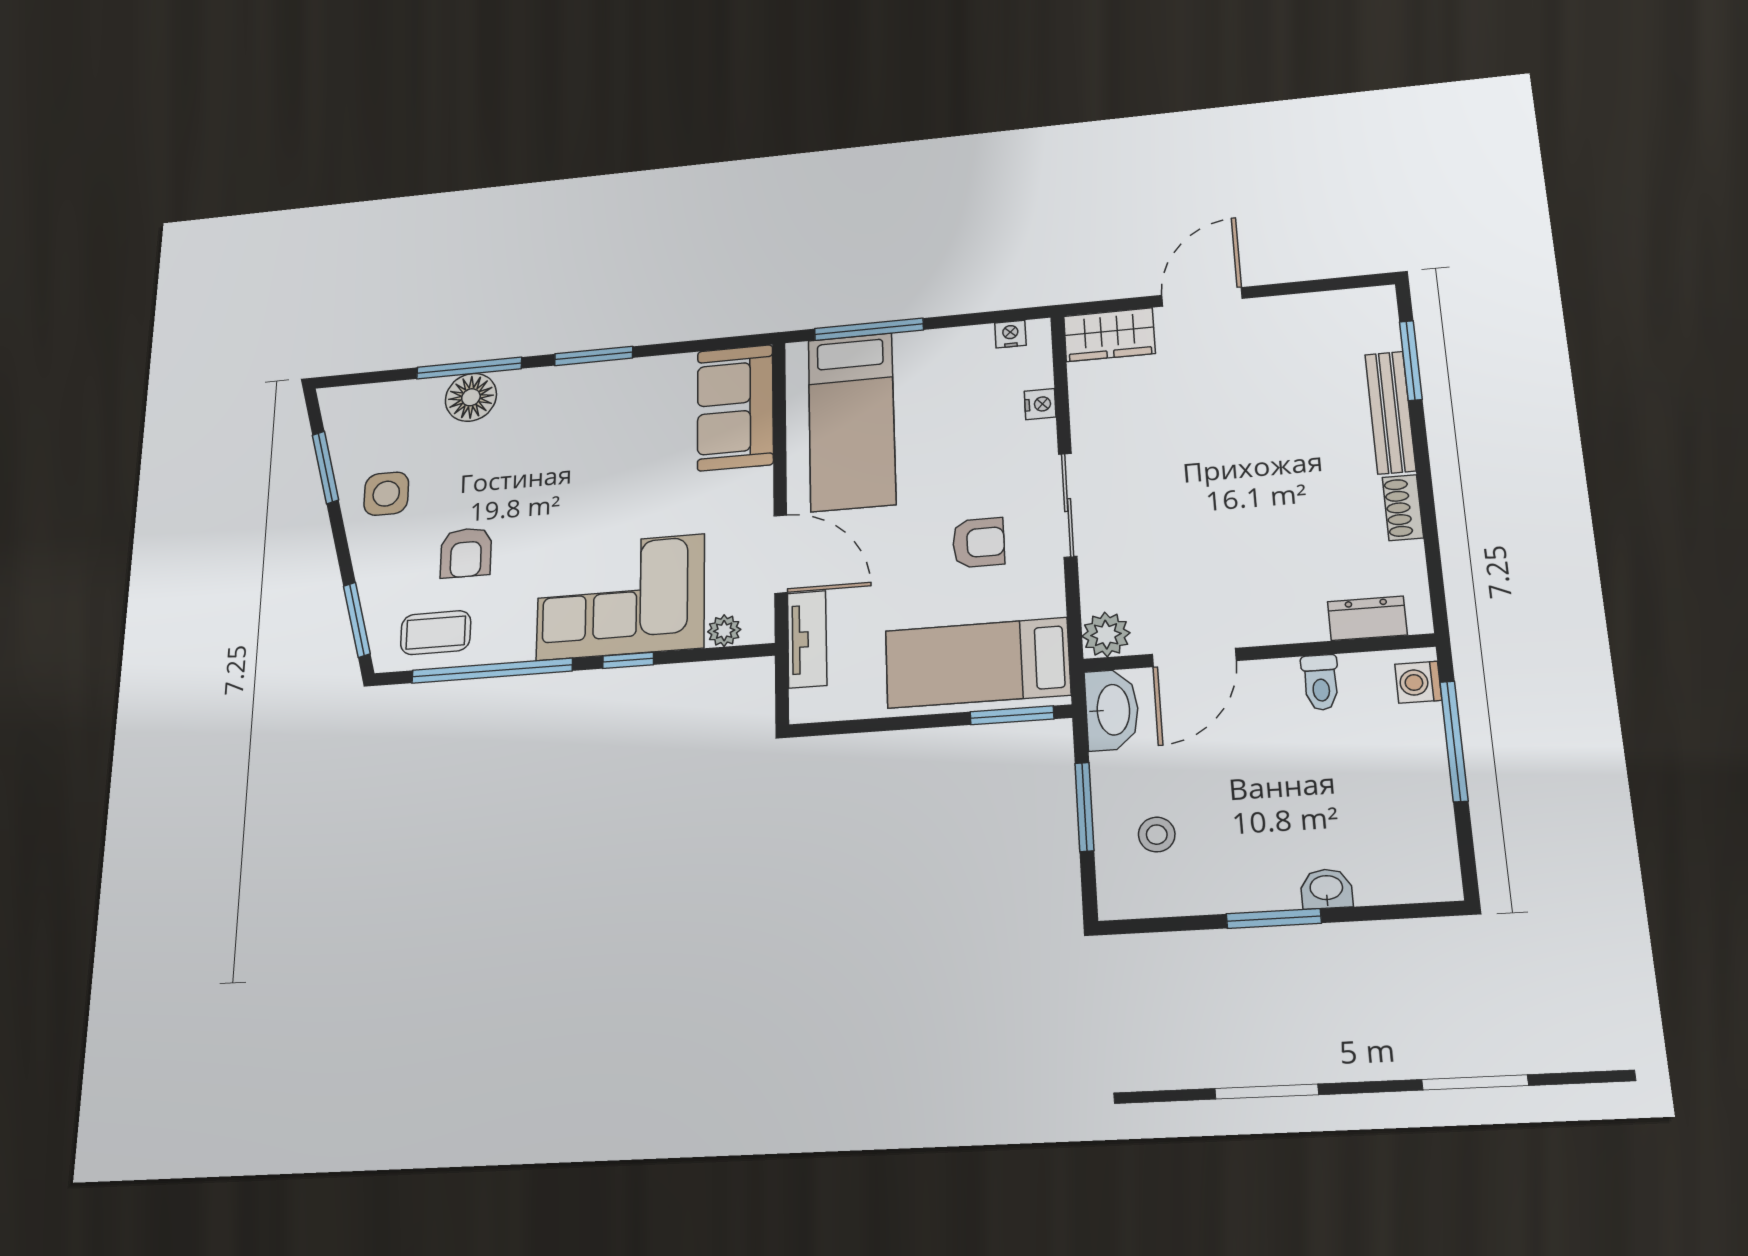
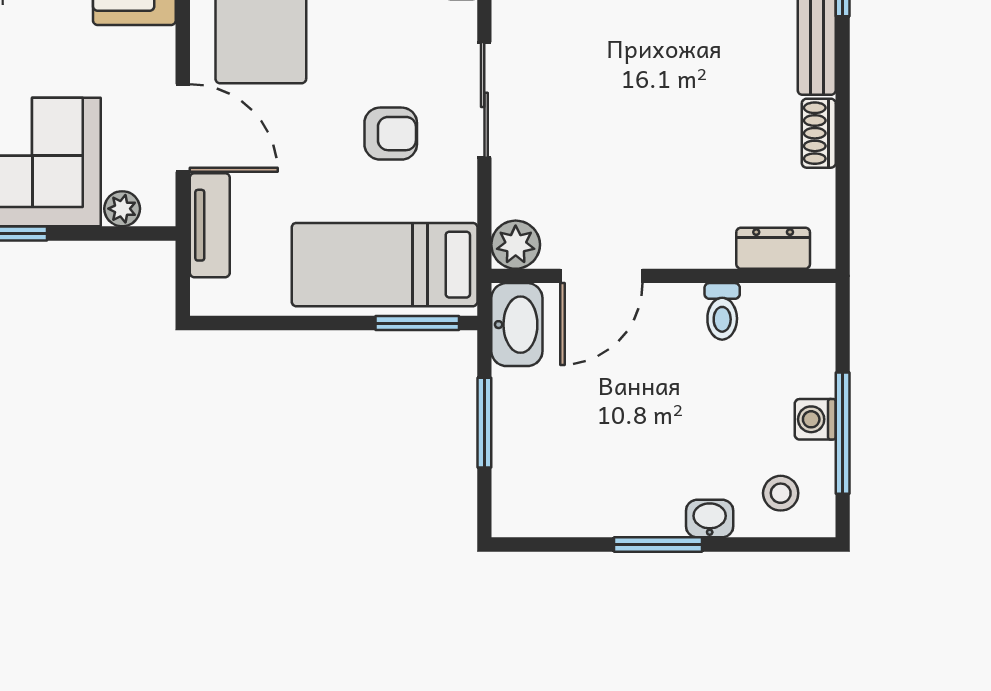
washing machine: (1418, 682) -> (815, 419), moved
window: (1454, 741) -> (843, 433), moved
stool: (1157, 835) -> (781, 493), moved

